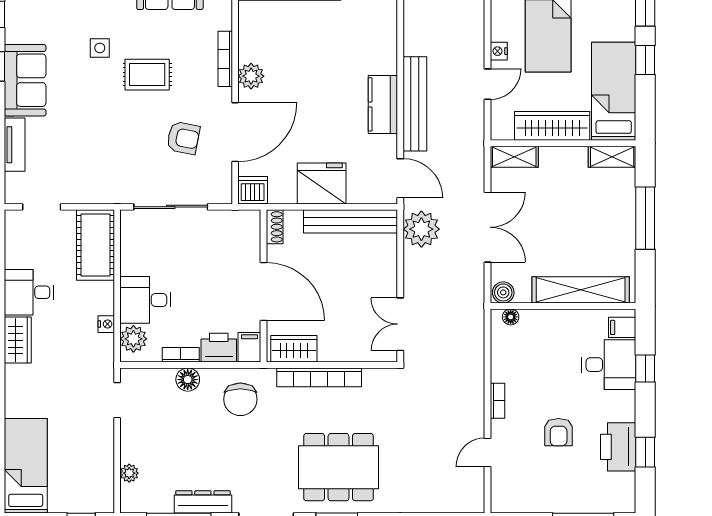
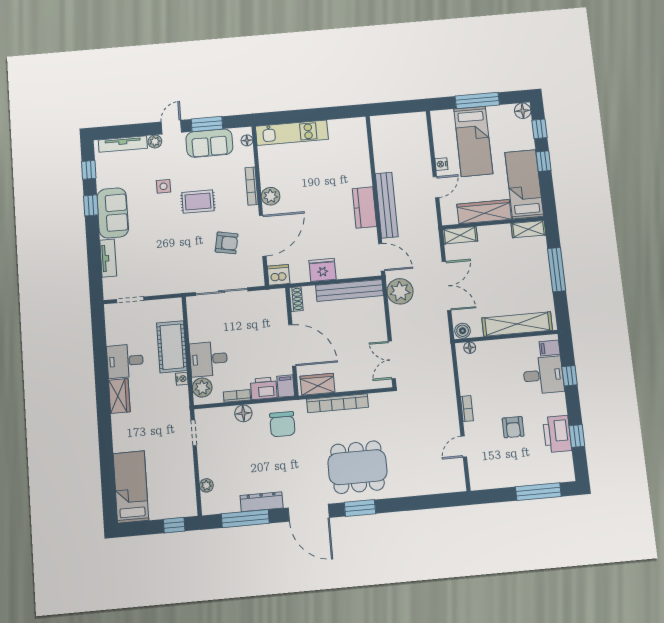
fridge: (322, 184) -> (322, 270), width x0.73, depth x0.75
cot: (95, 245) -> (172, 347), moved

